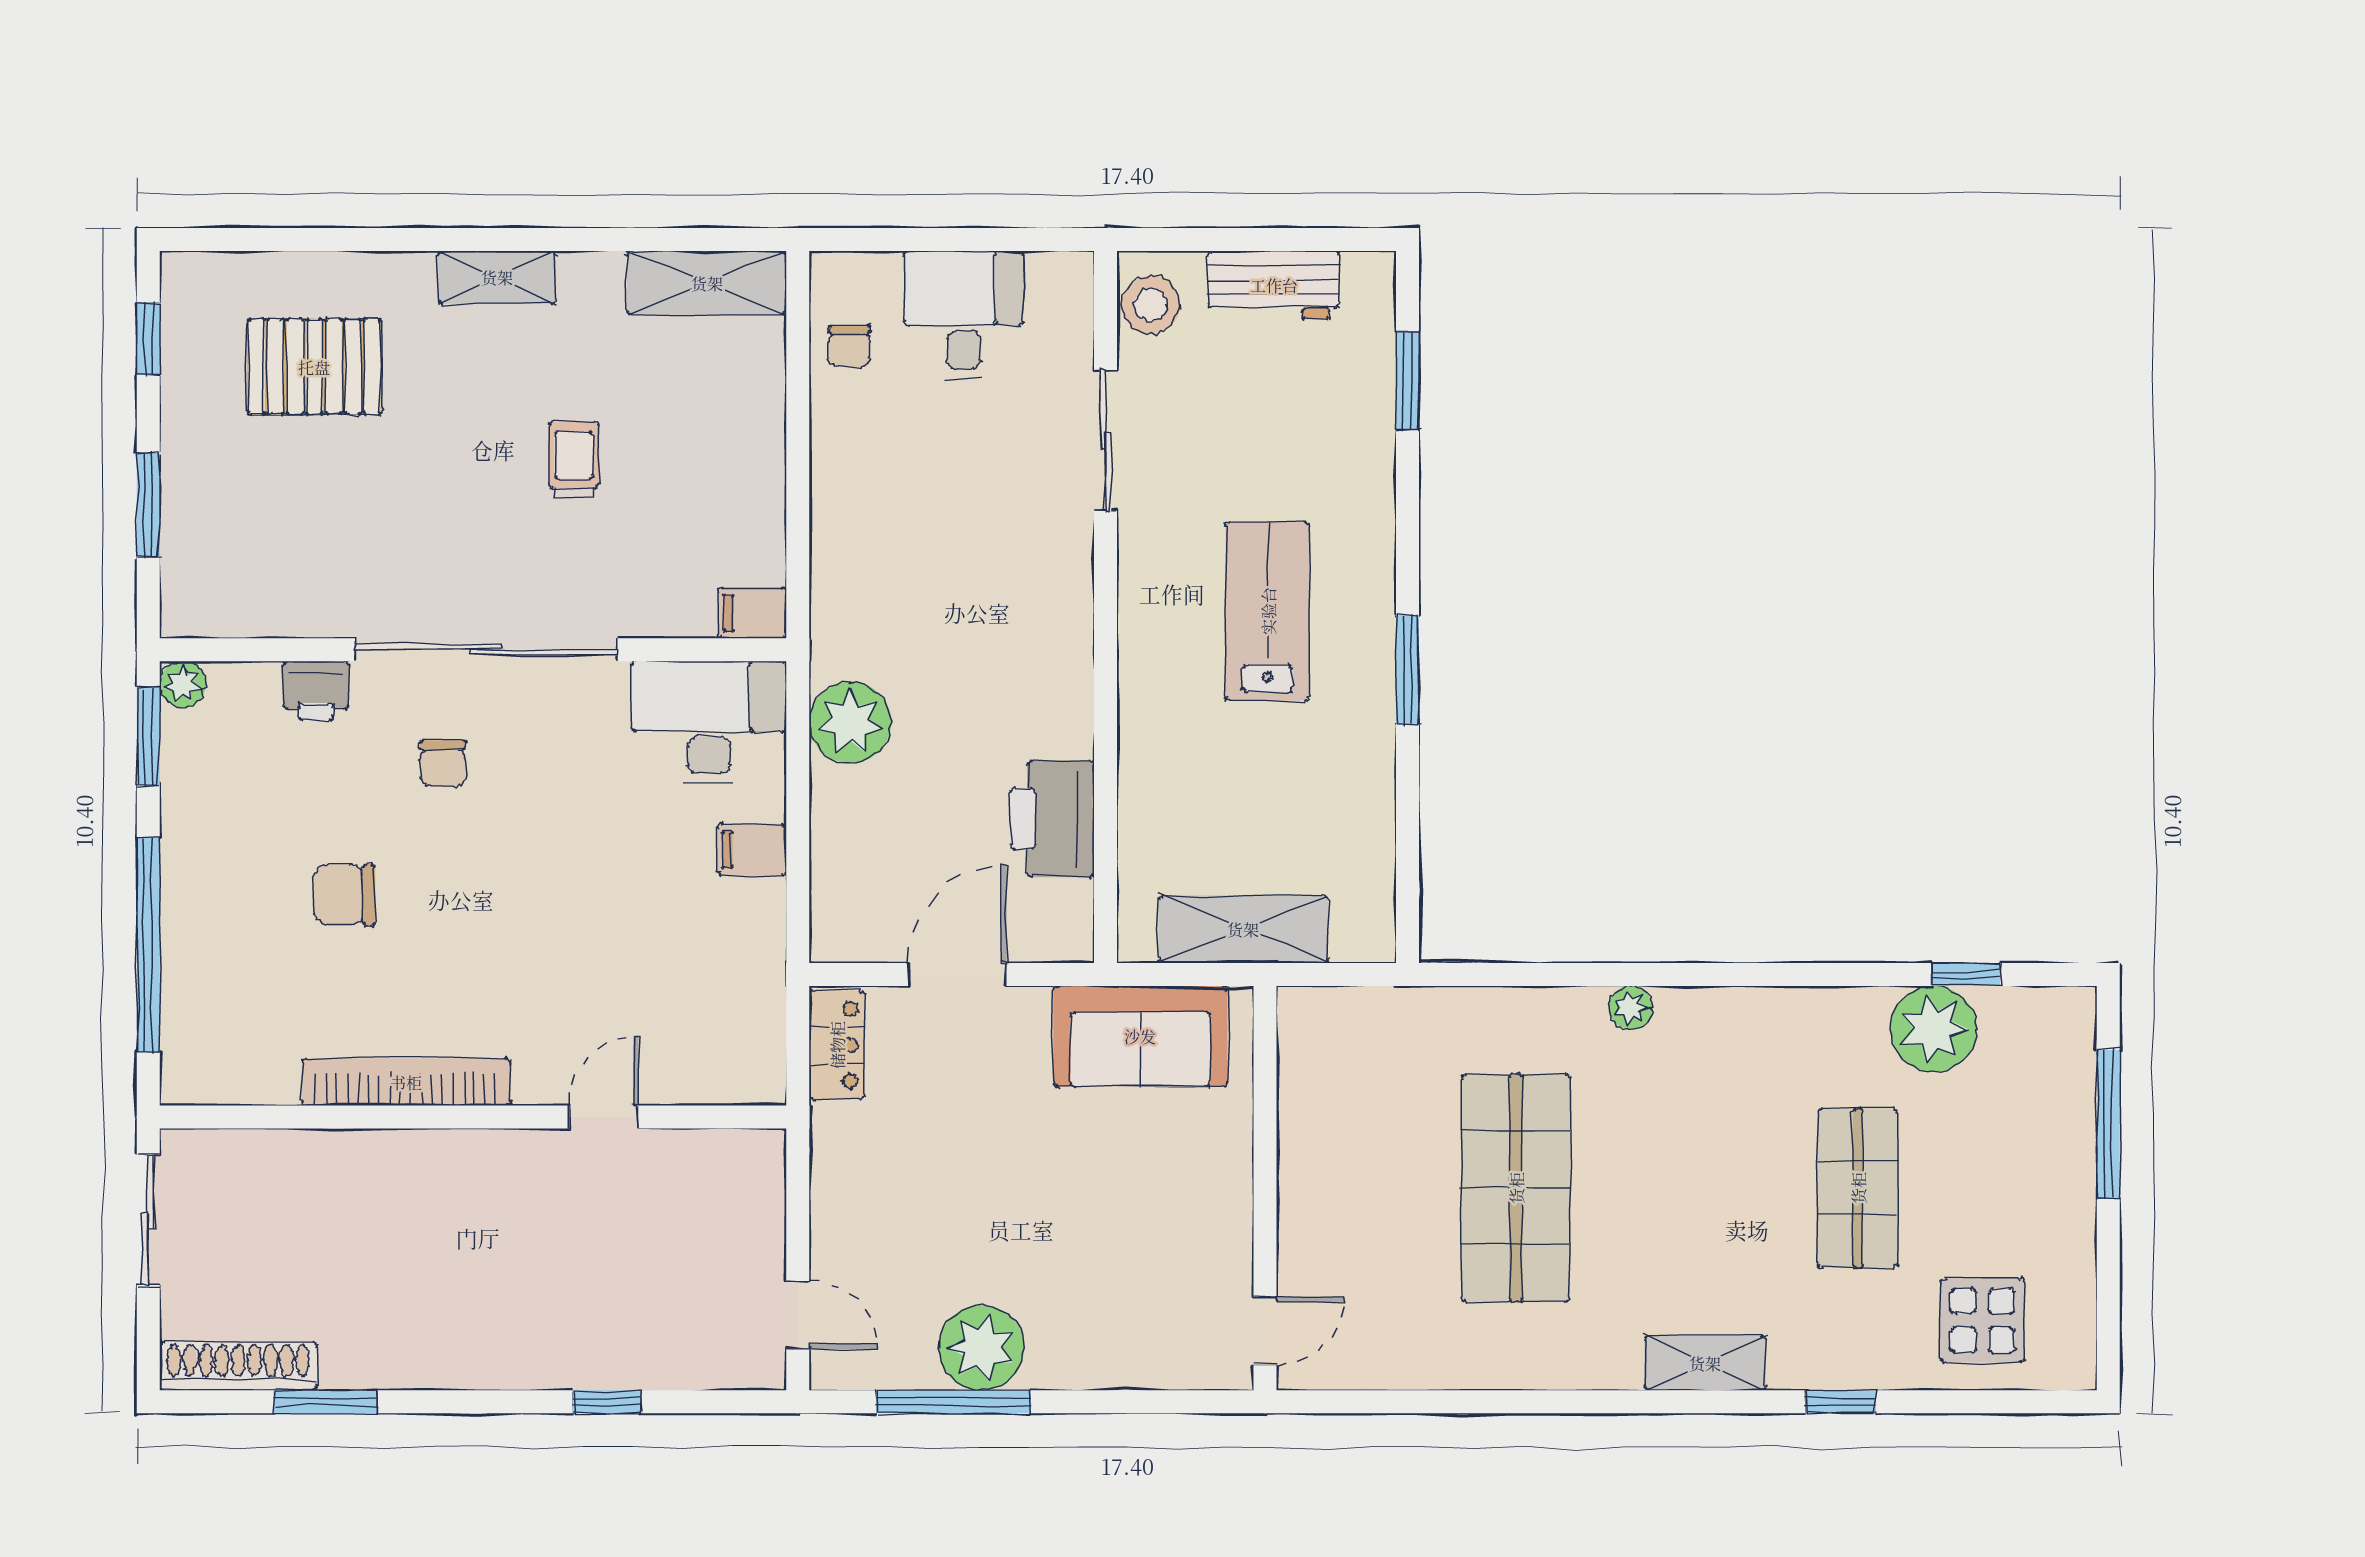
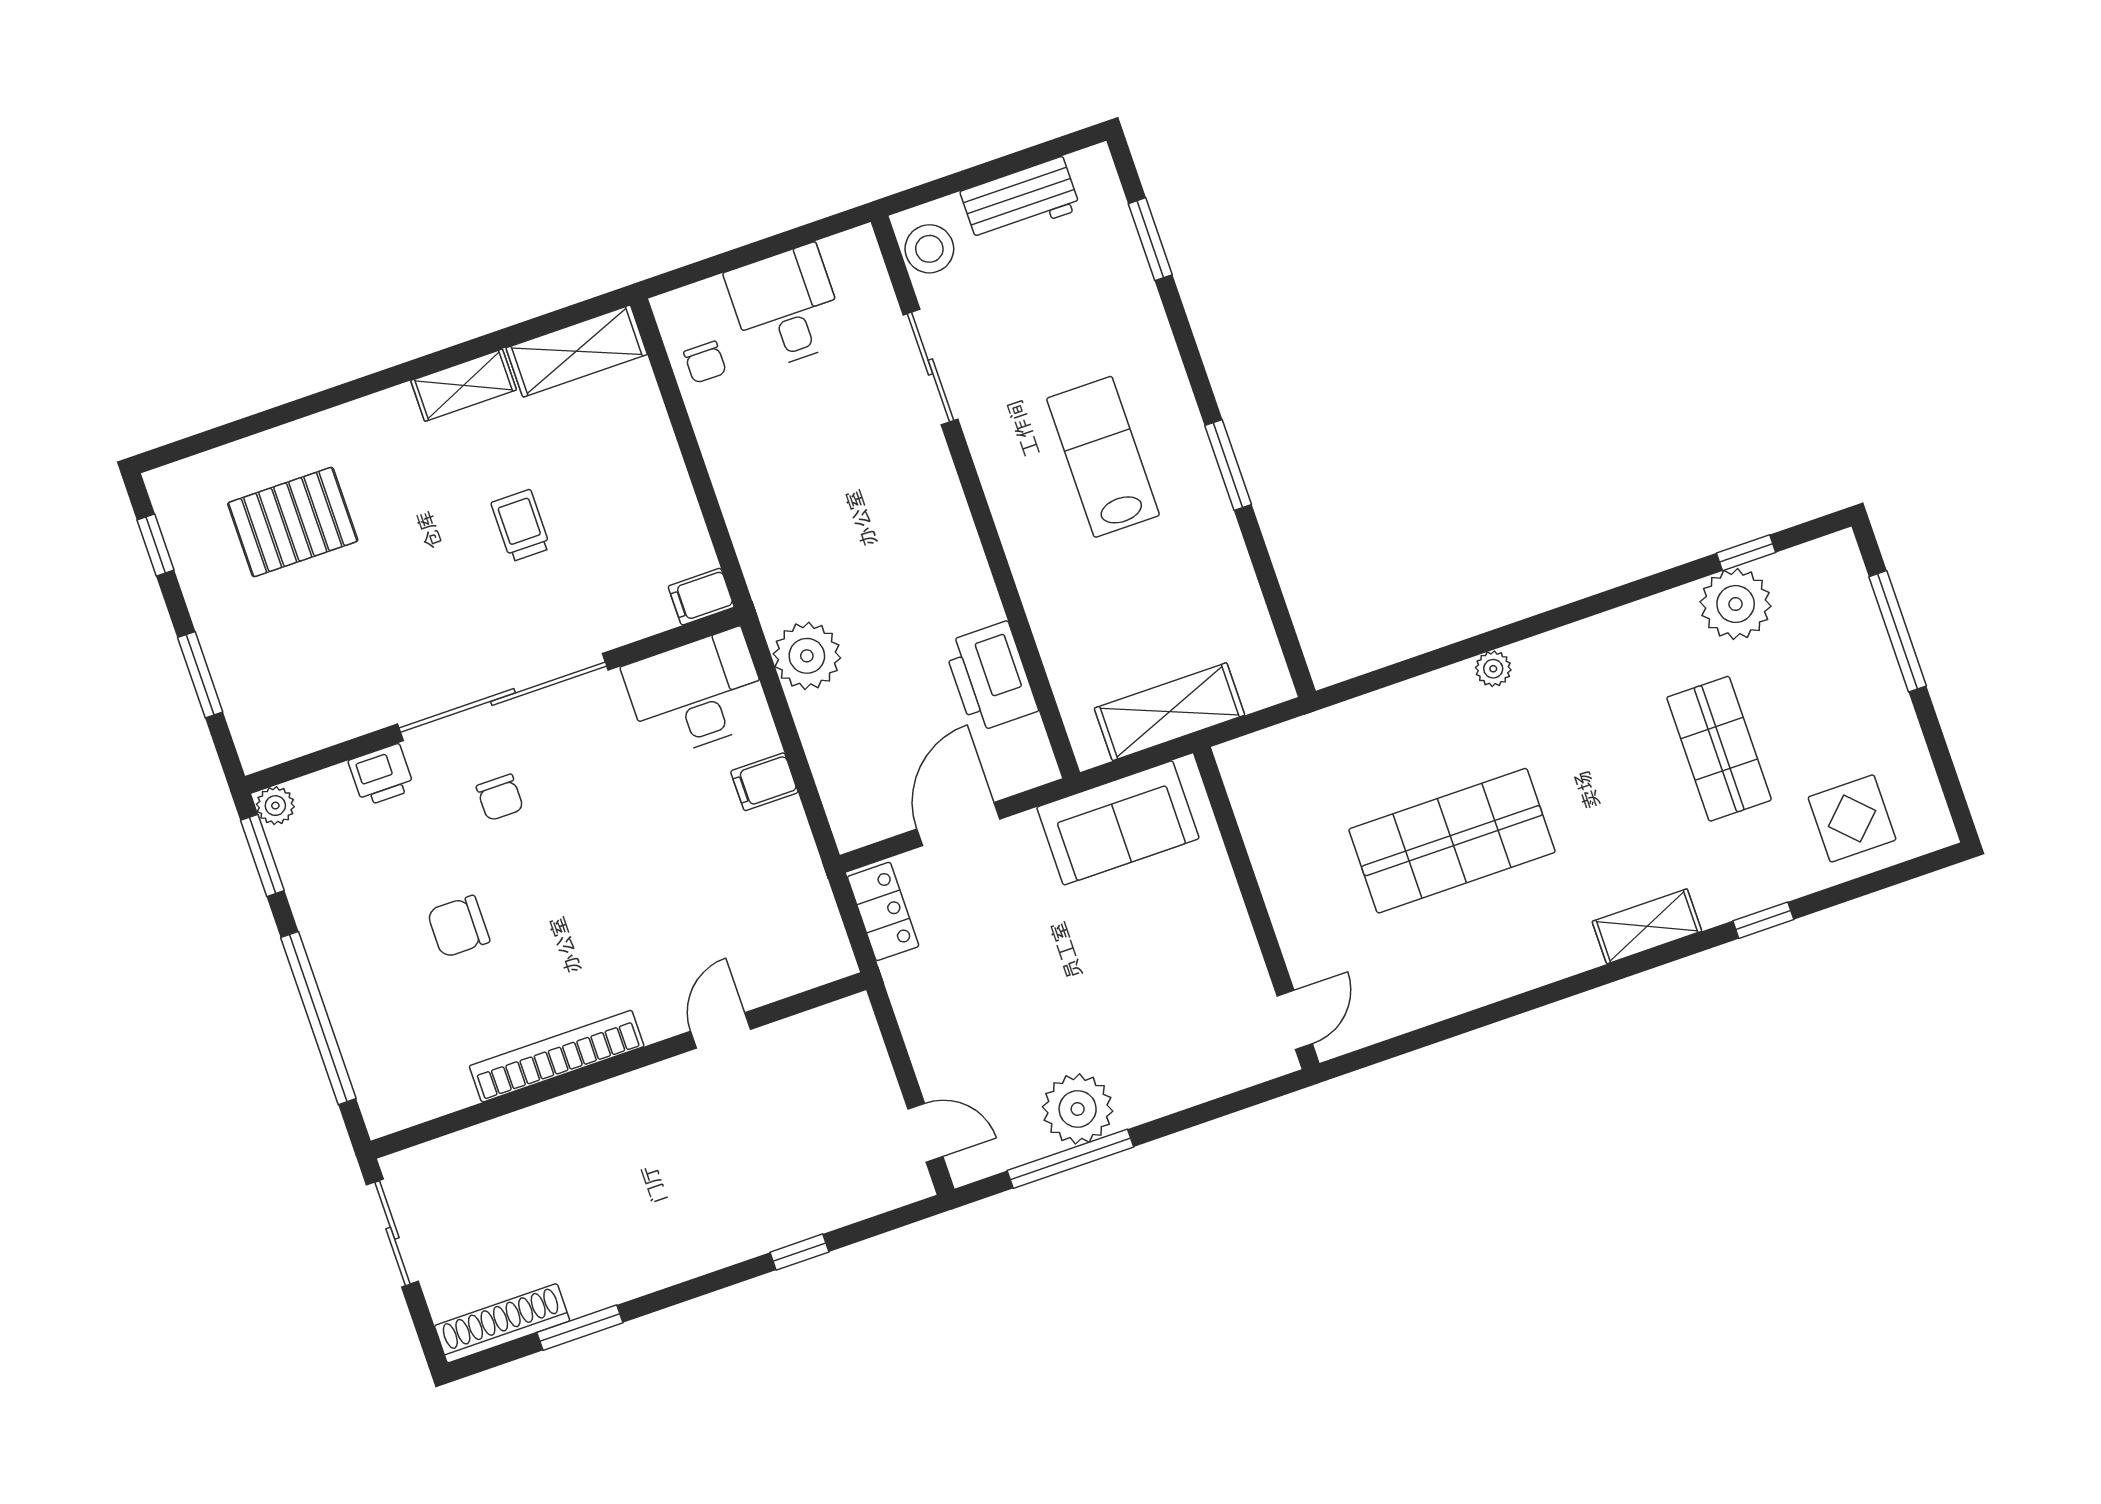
shelving: (497, 277) -> (464, 385), moved
shop shelf: (1516, 1188) -> (1452, 841), turned 90

